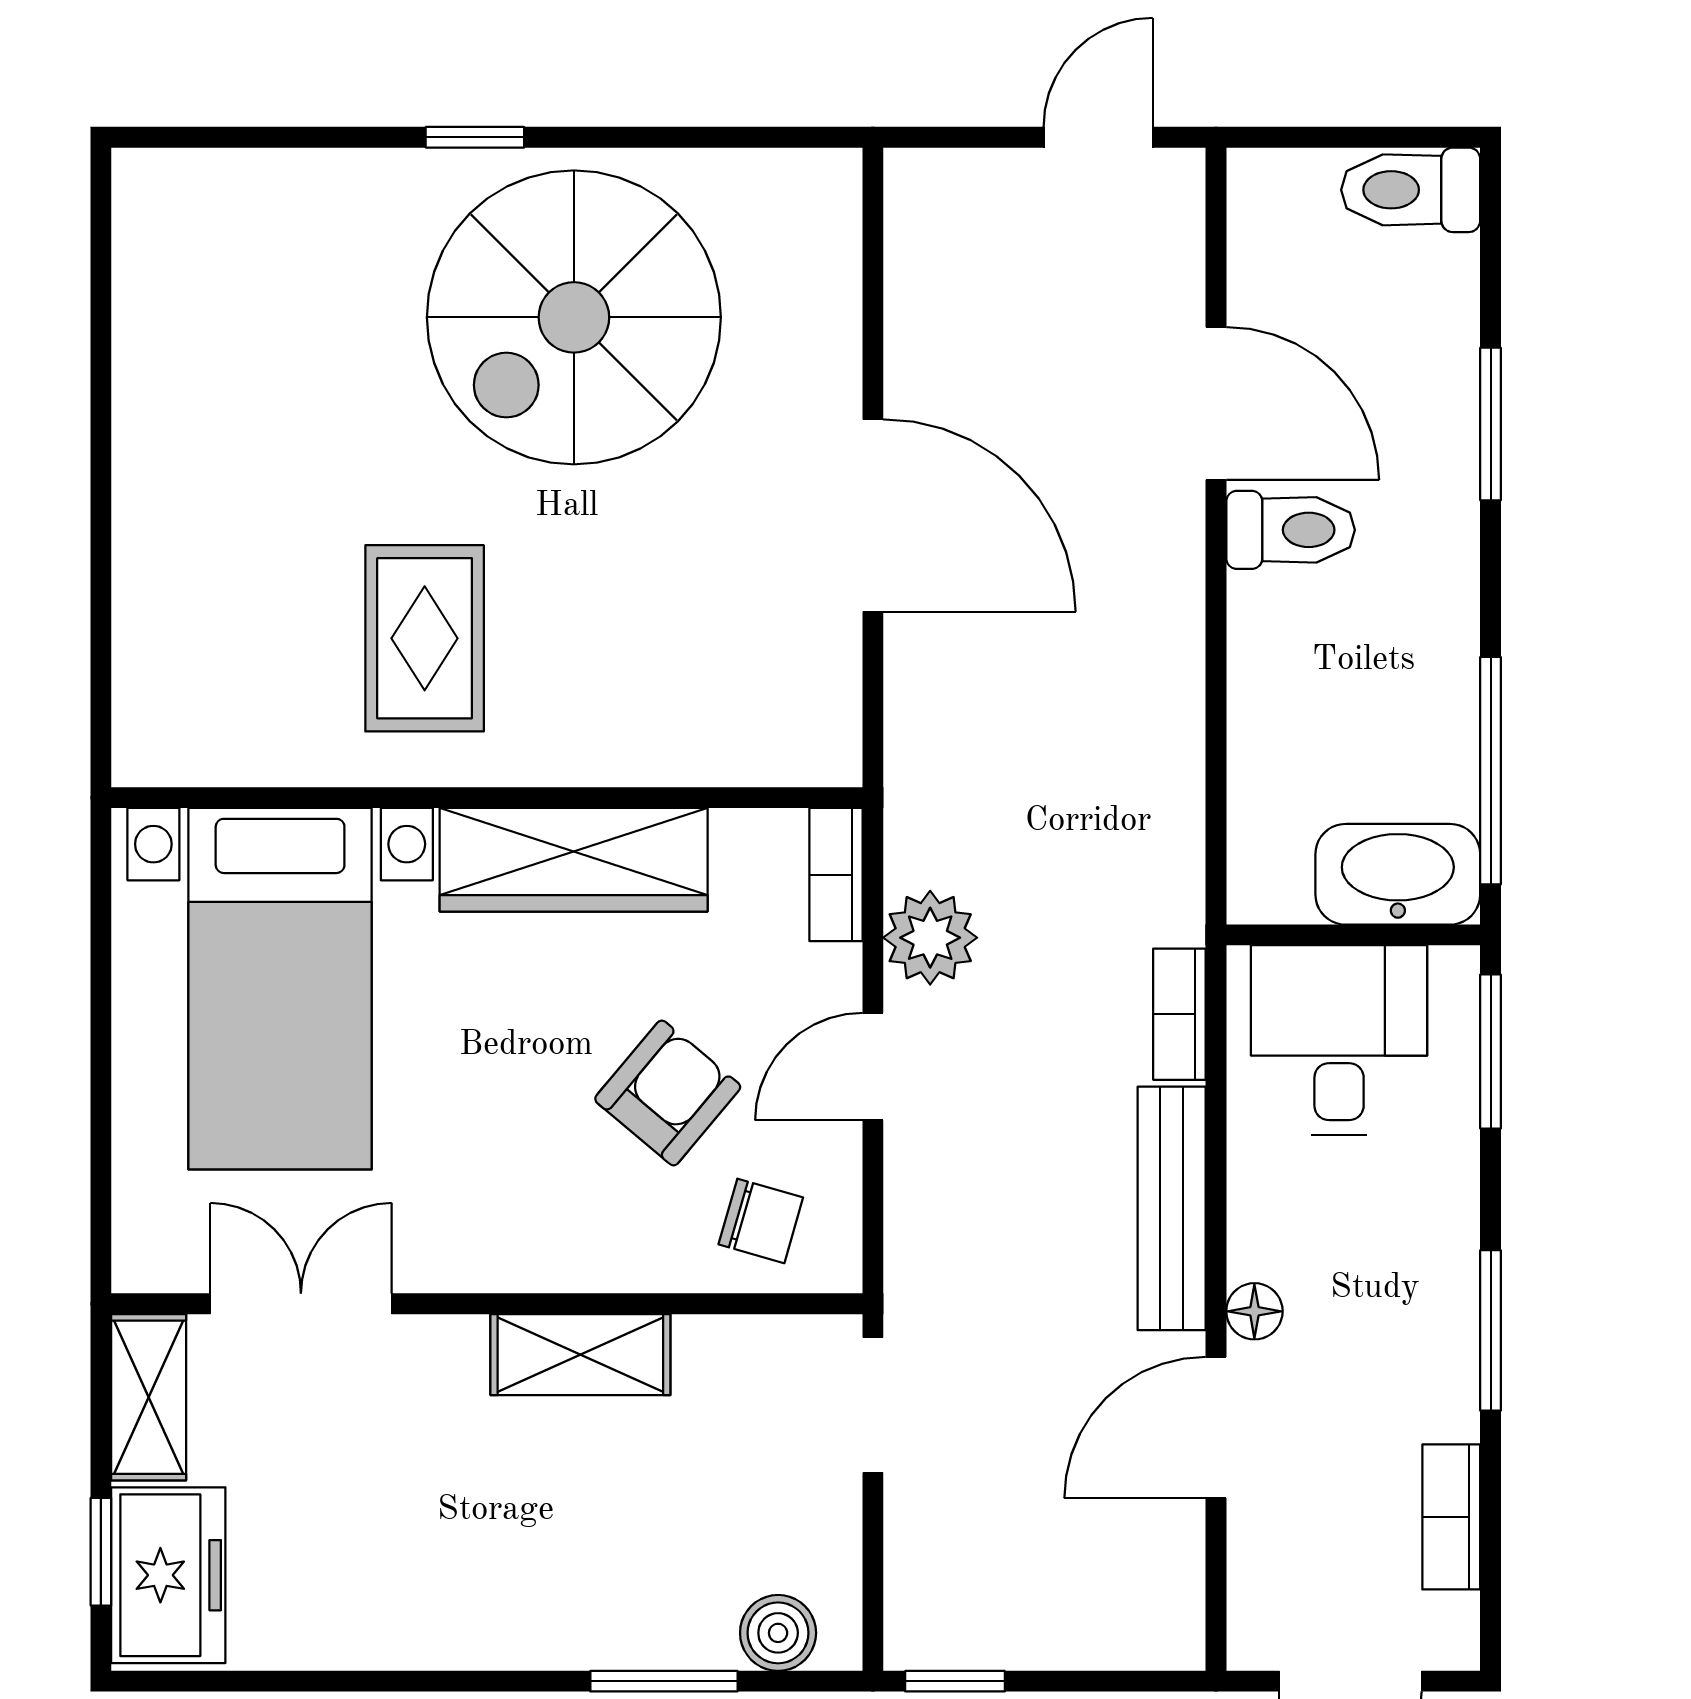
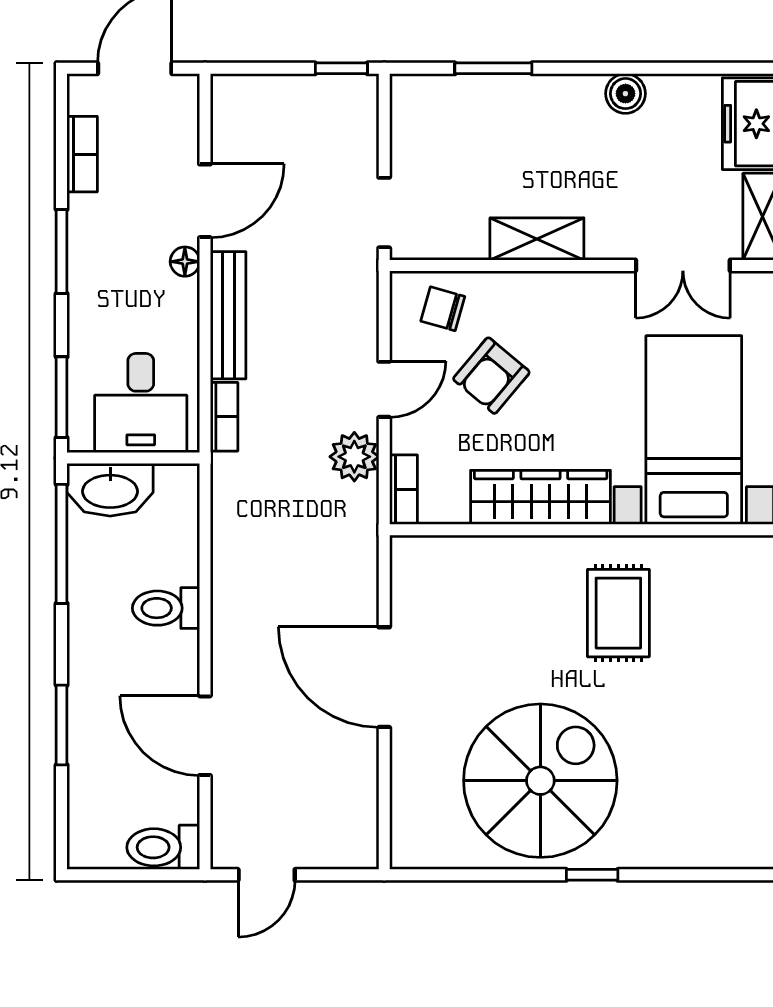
toilet: (1411, 190) -> (163, 847), moved, turned 180
toilet: (1291, 530) -> (166, 608), moved
boiler: (778, 1633) -> (625, 94), moved

